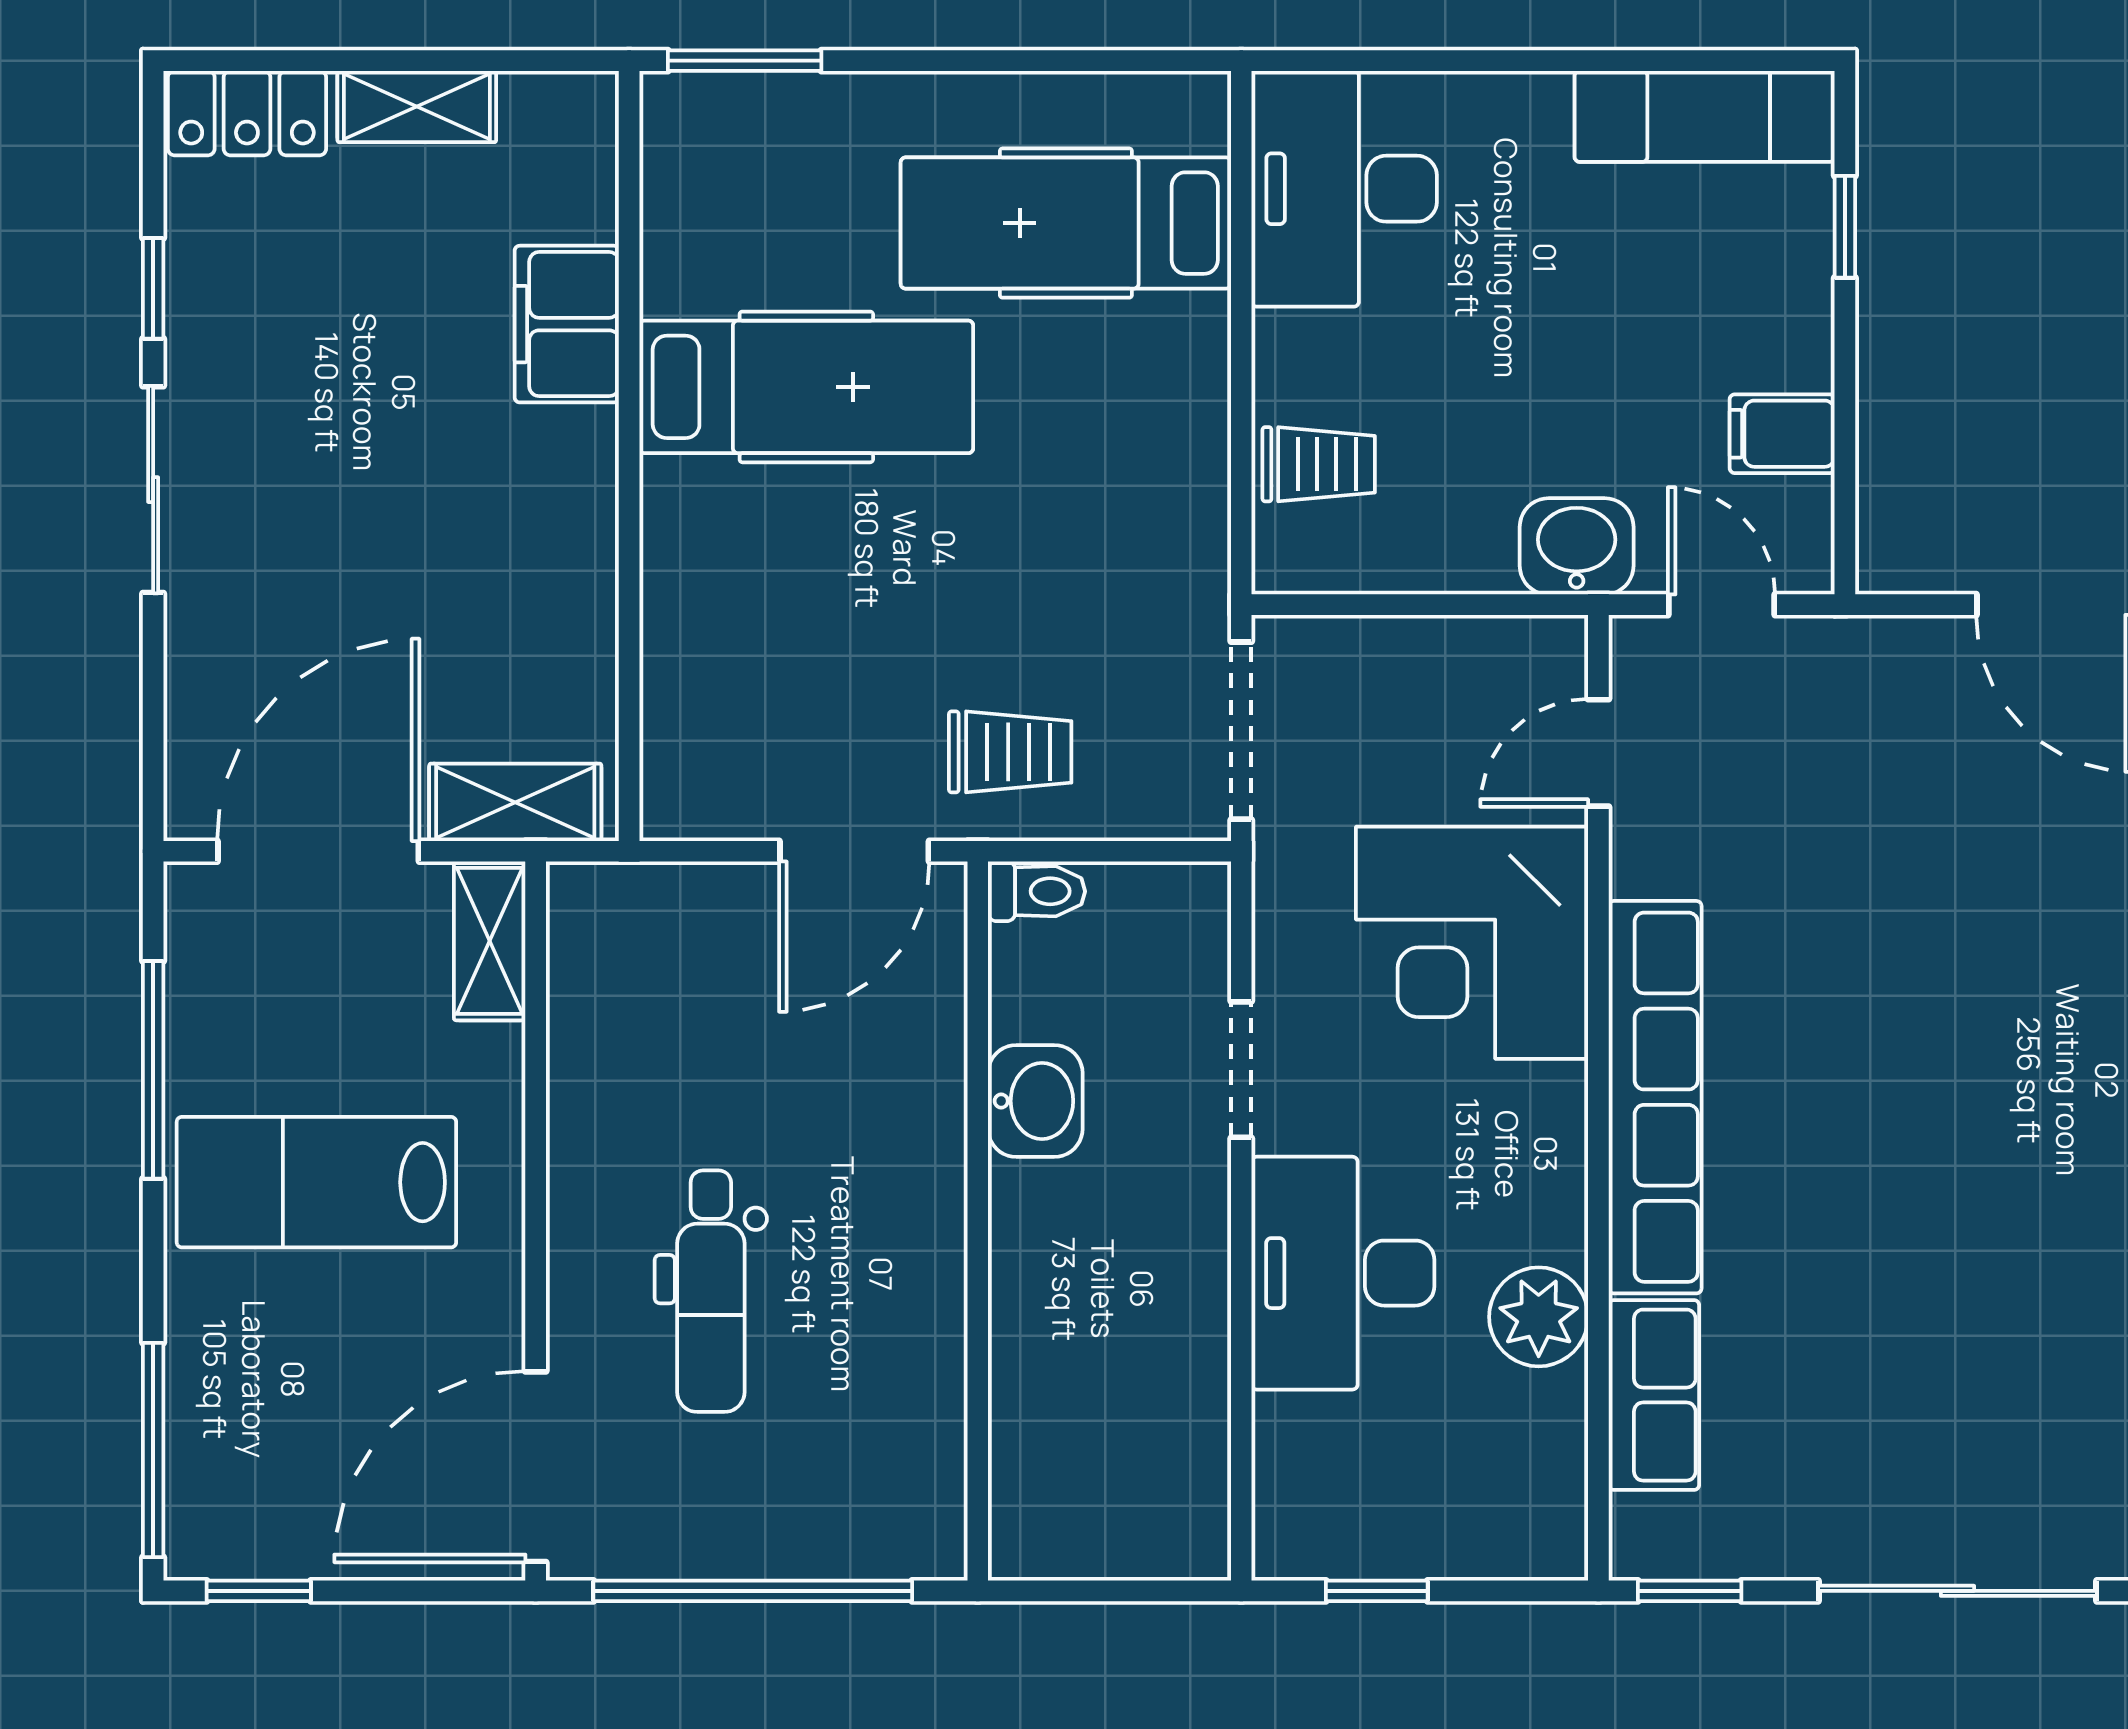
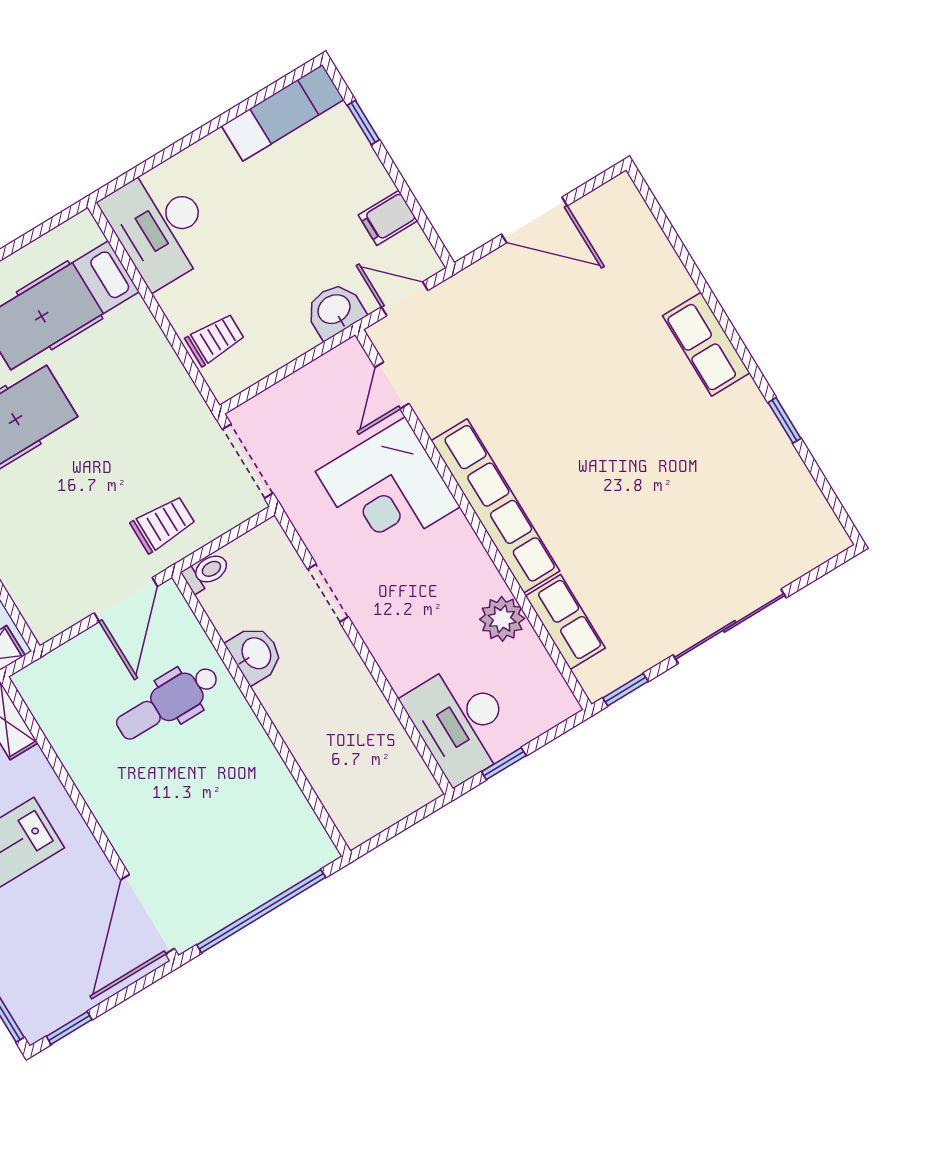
desk: (1343, 1273) -> (461, 722), moved
dental chair: (711, 1291) -> (167, 703), moved, turned 90

